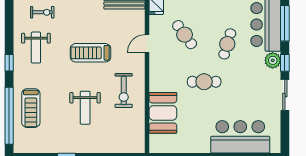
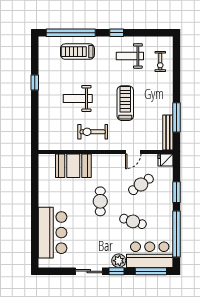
door: (147, 44) -> (133, 152), swing flipped

